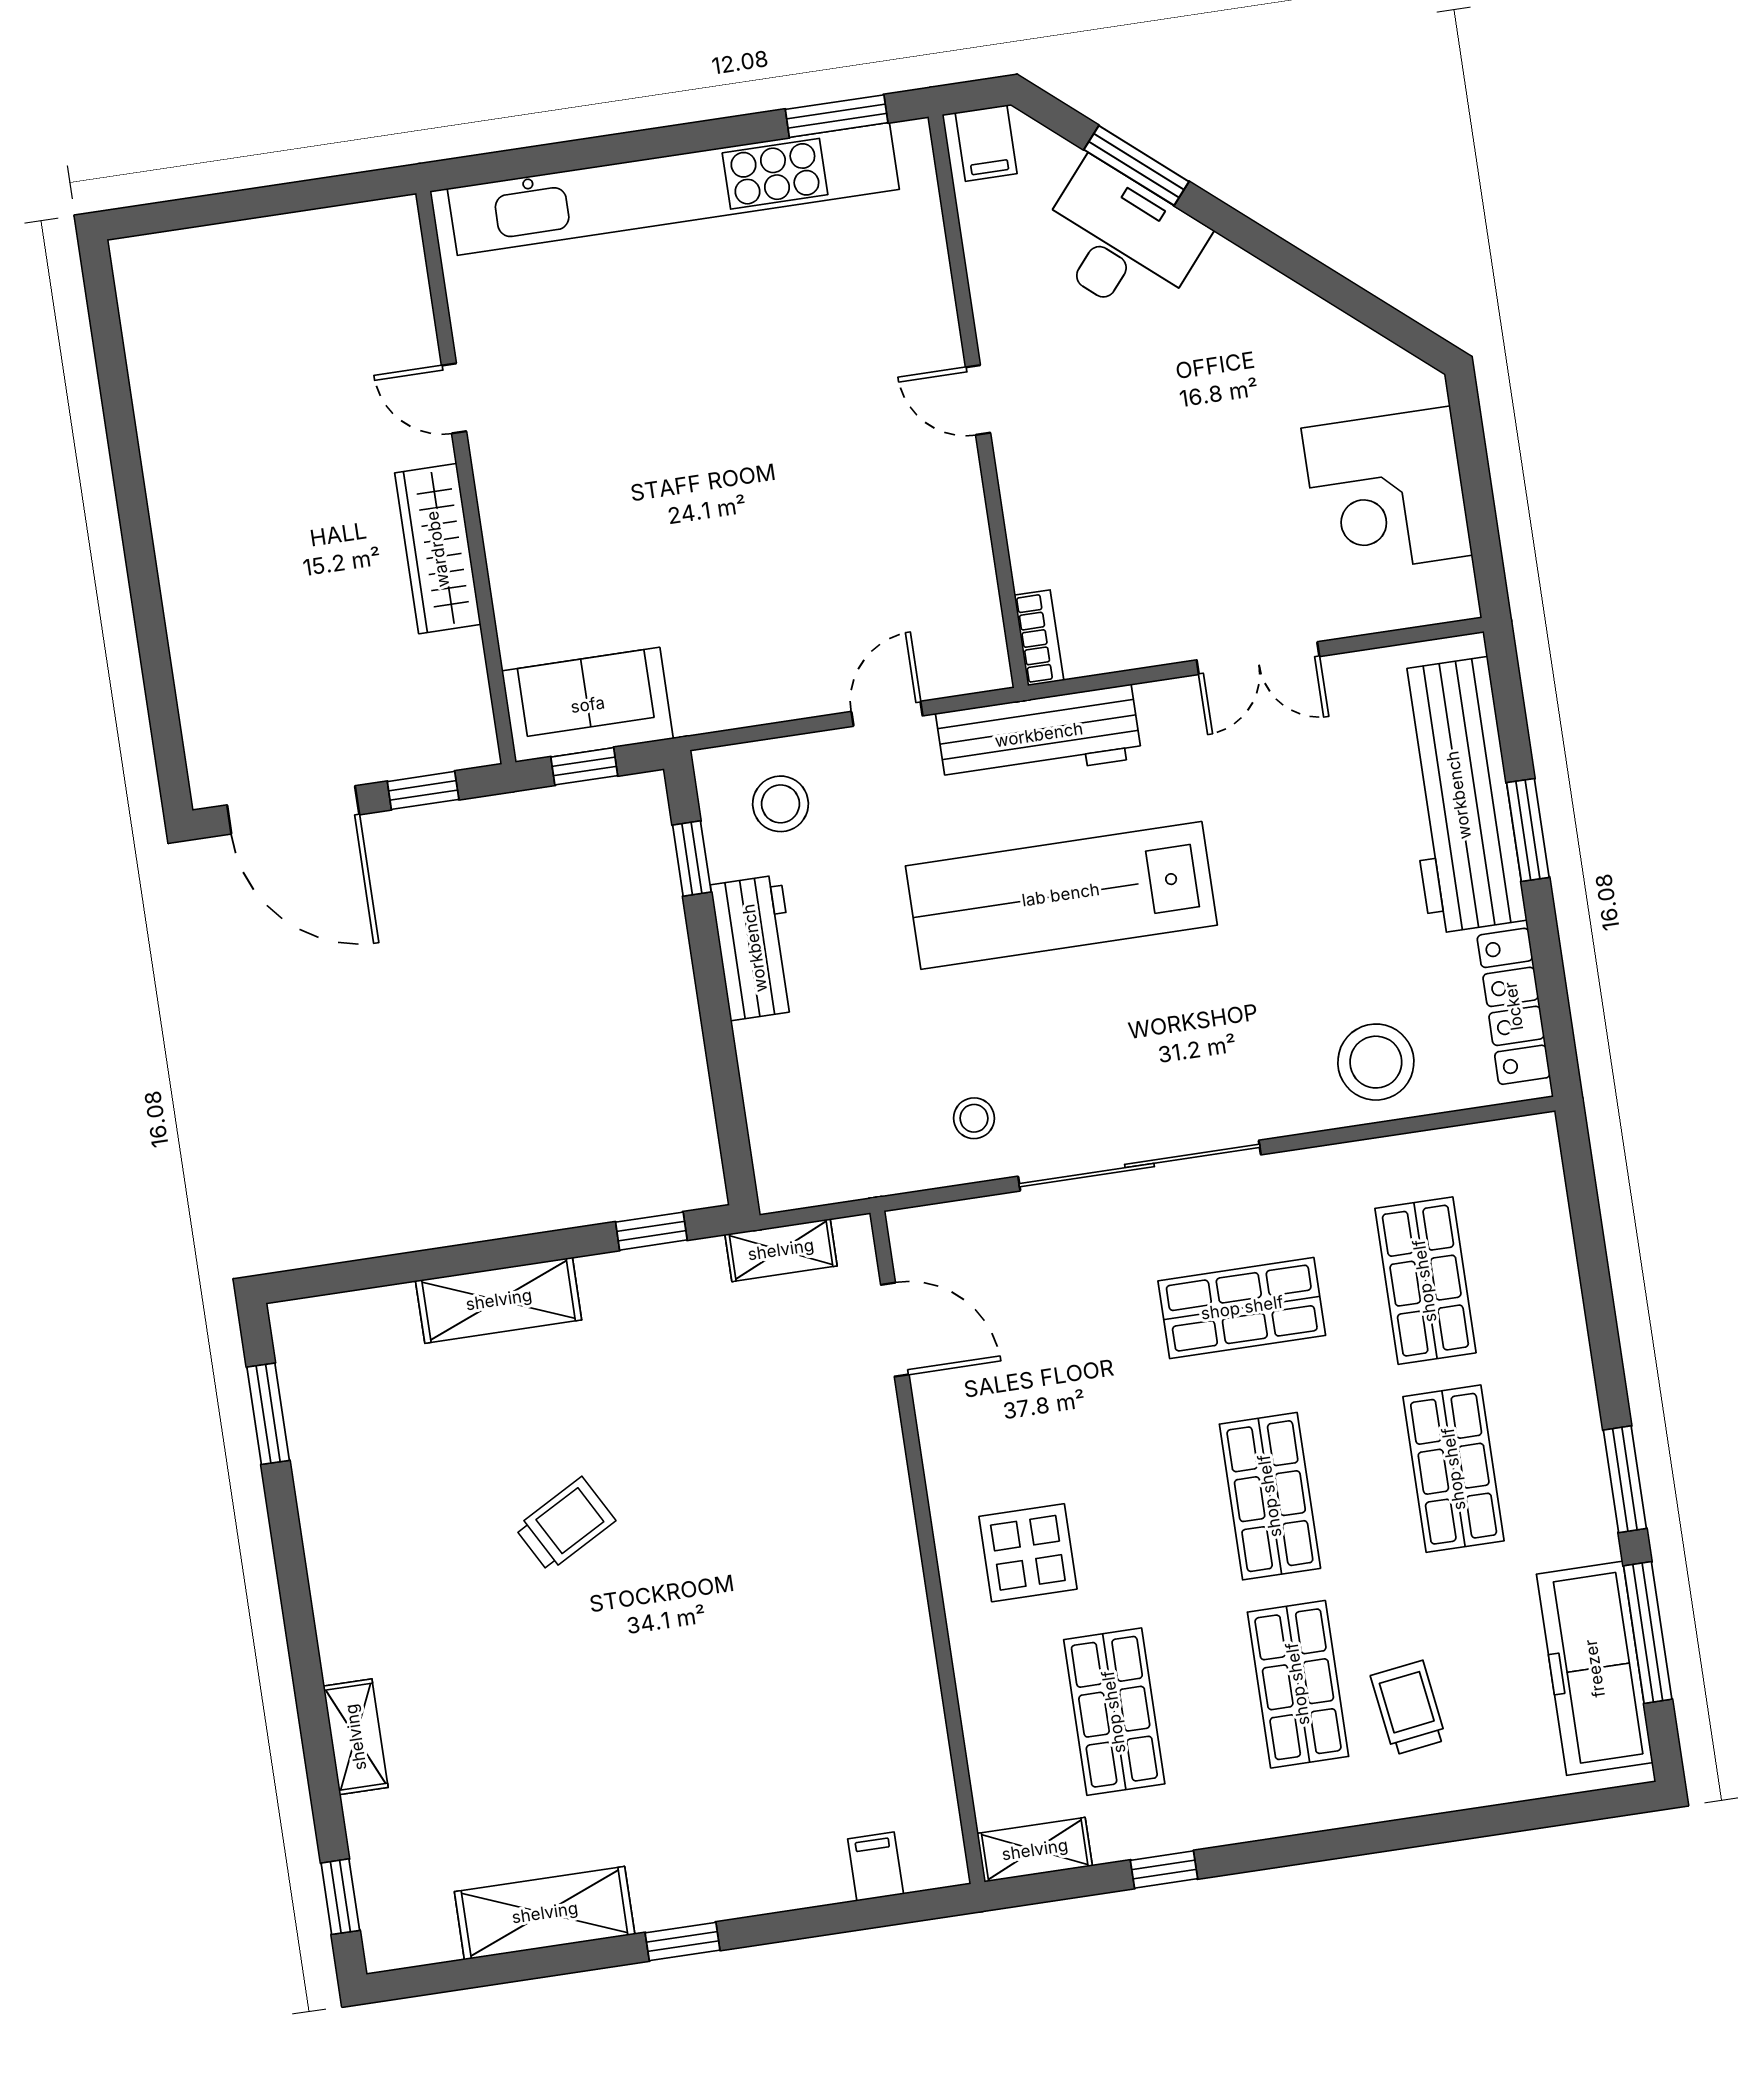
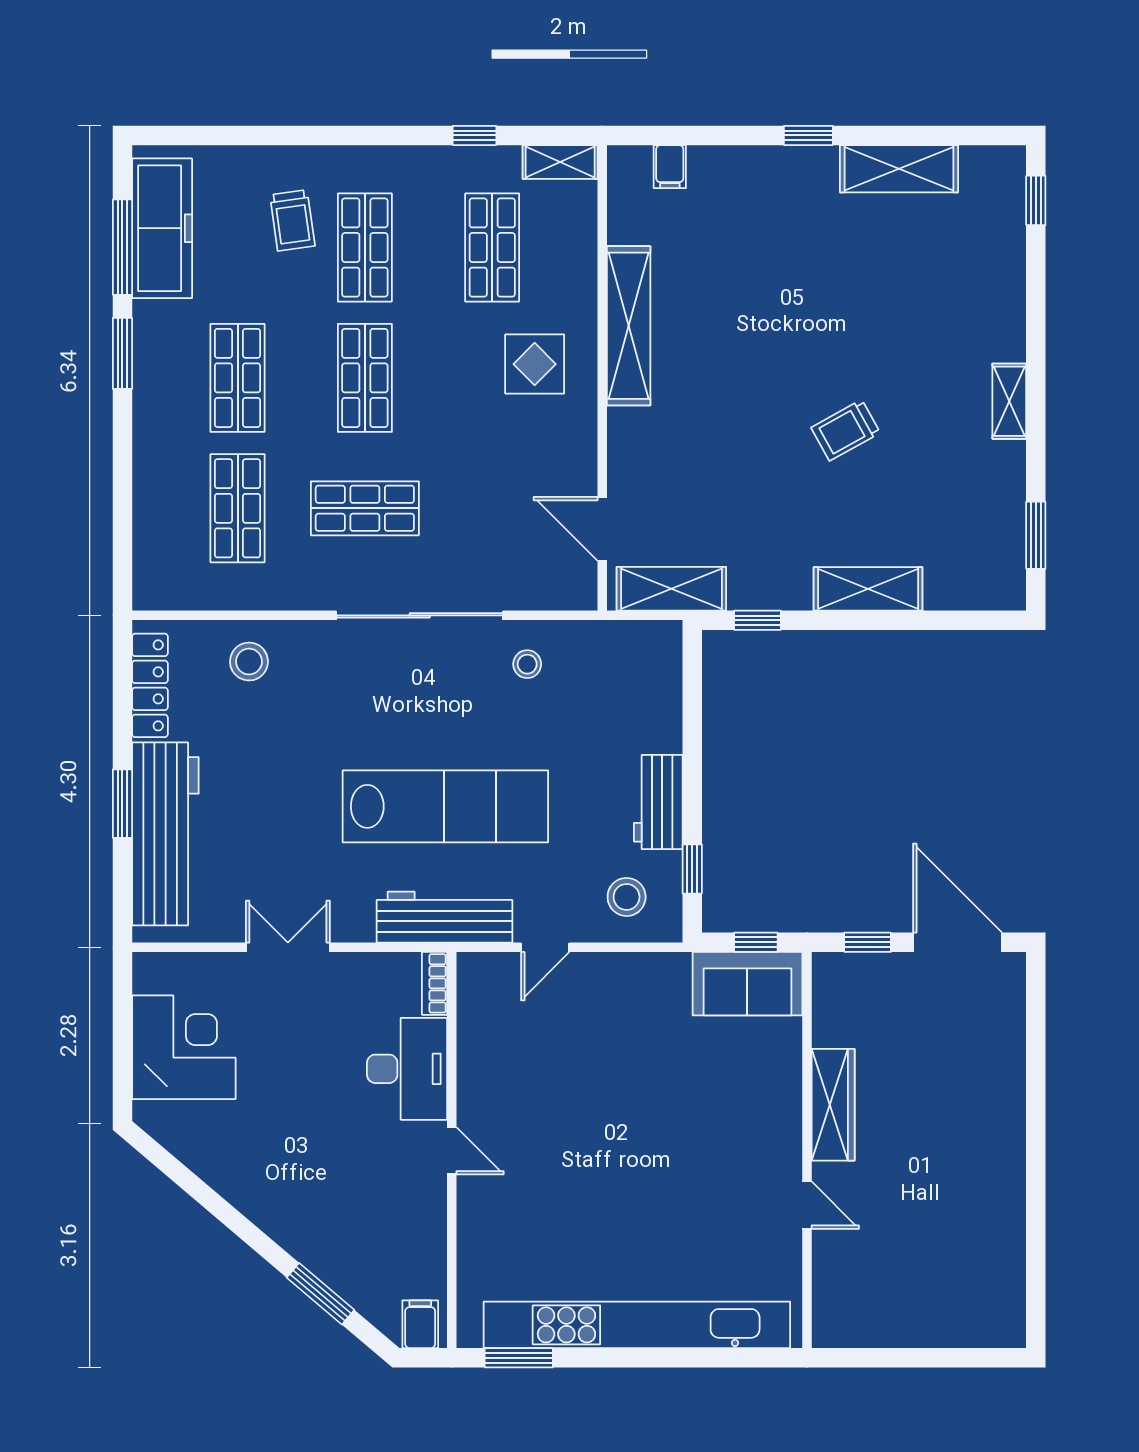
desk: (1121, 241) -> (407, 1069), moved, turned -130
stool: (1376, 1062) -> (249, 662), width x0.73, depth x0.73
shelving: (781, 1250) -> (671, 589), width x1.50, depth x1.33
shelving: (901, 1628) -> (629, 326), added
shelving: (356, 1737) -> (1009, 401), moved

